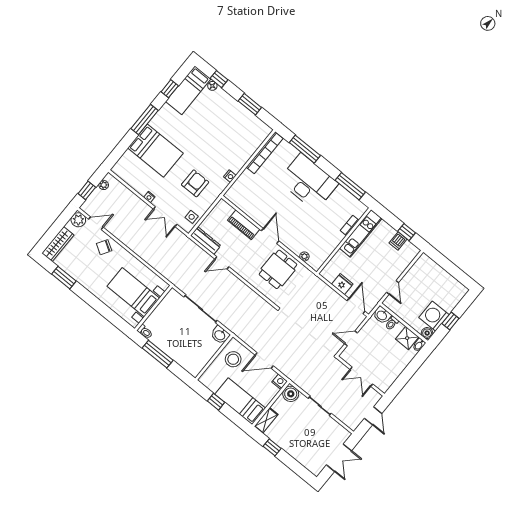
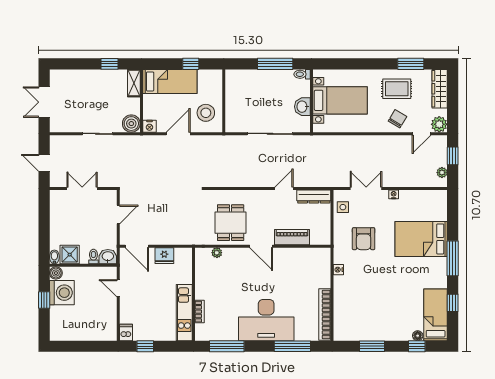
dishwasher: (398, 241) -> (126, 332), moved
rug: (88, 268) -> (397, 89), added
washbasin: (220, 335) -> (302, 107), moved, turned -90

